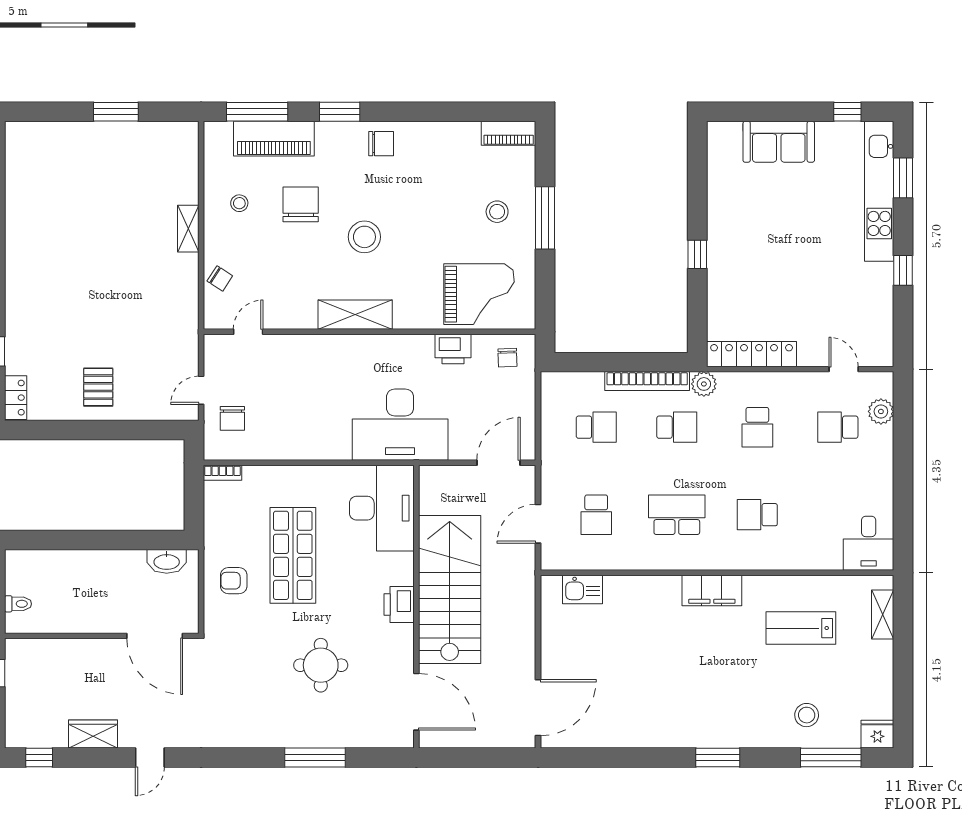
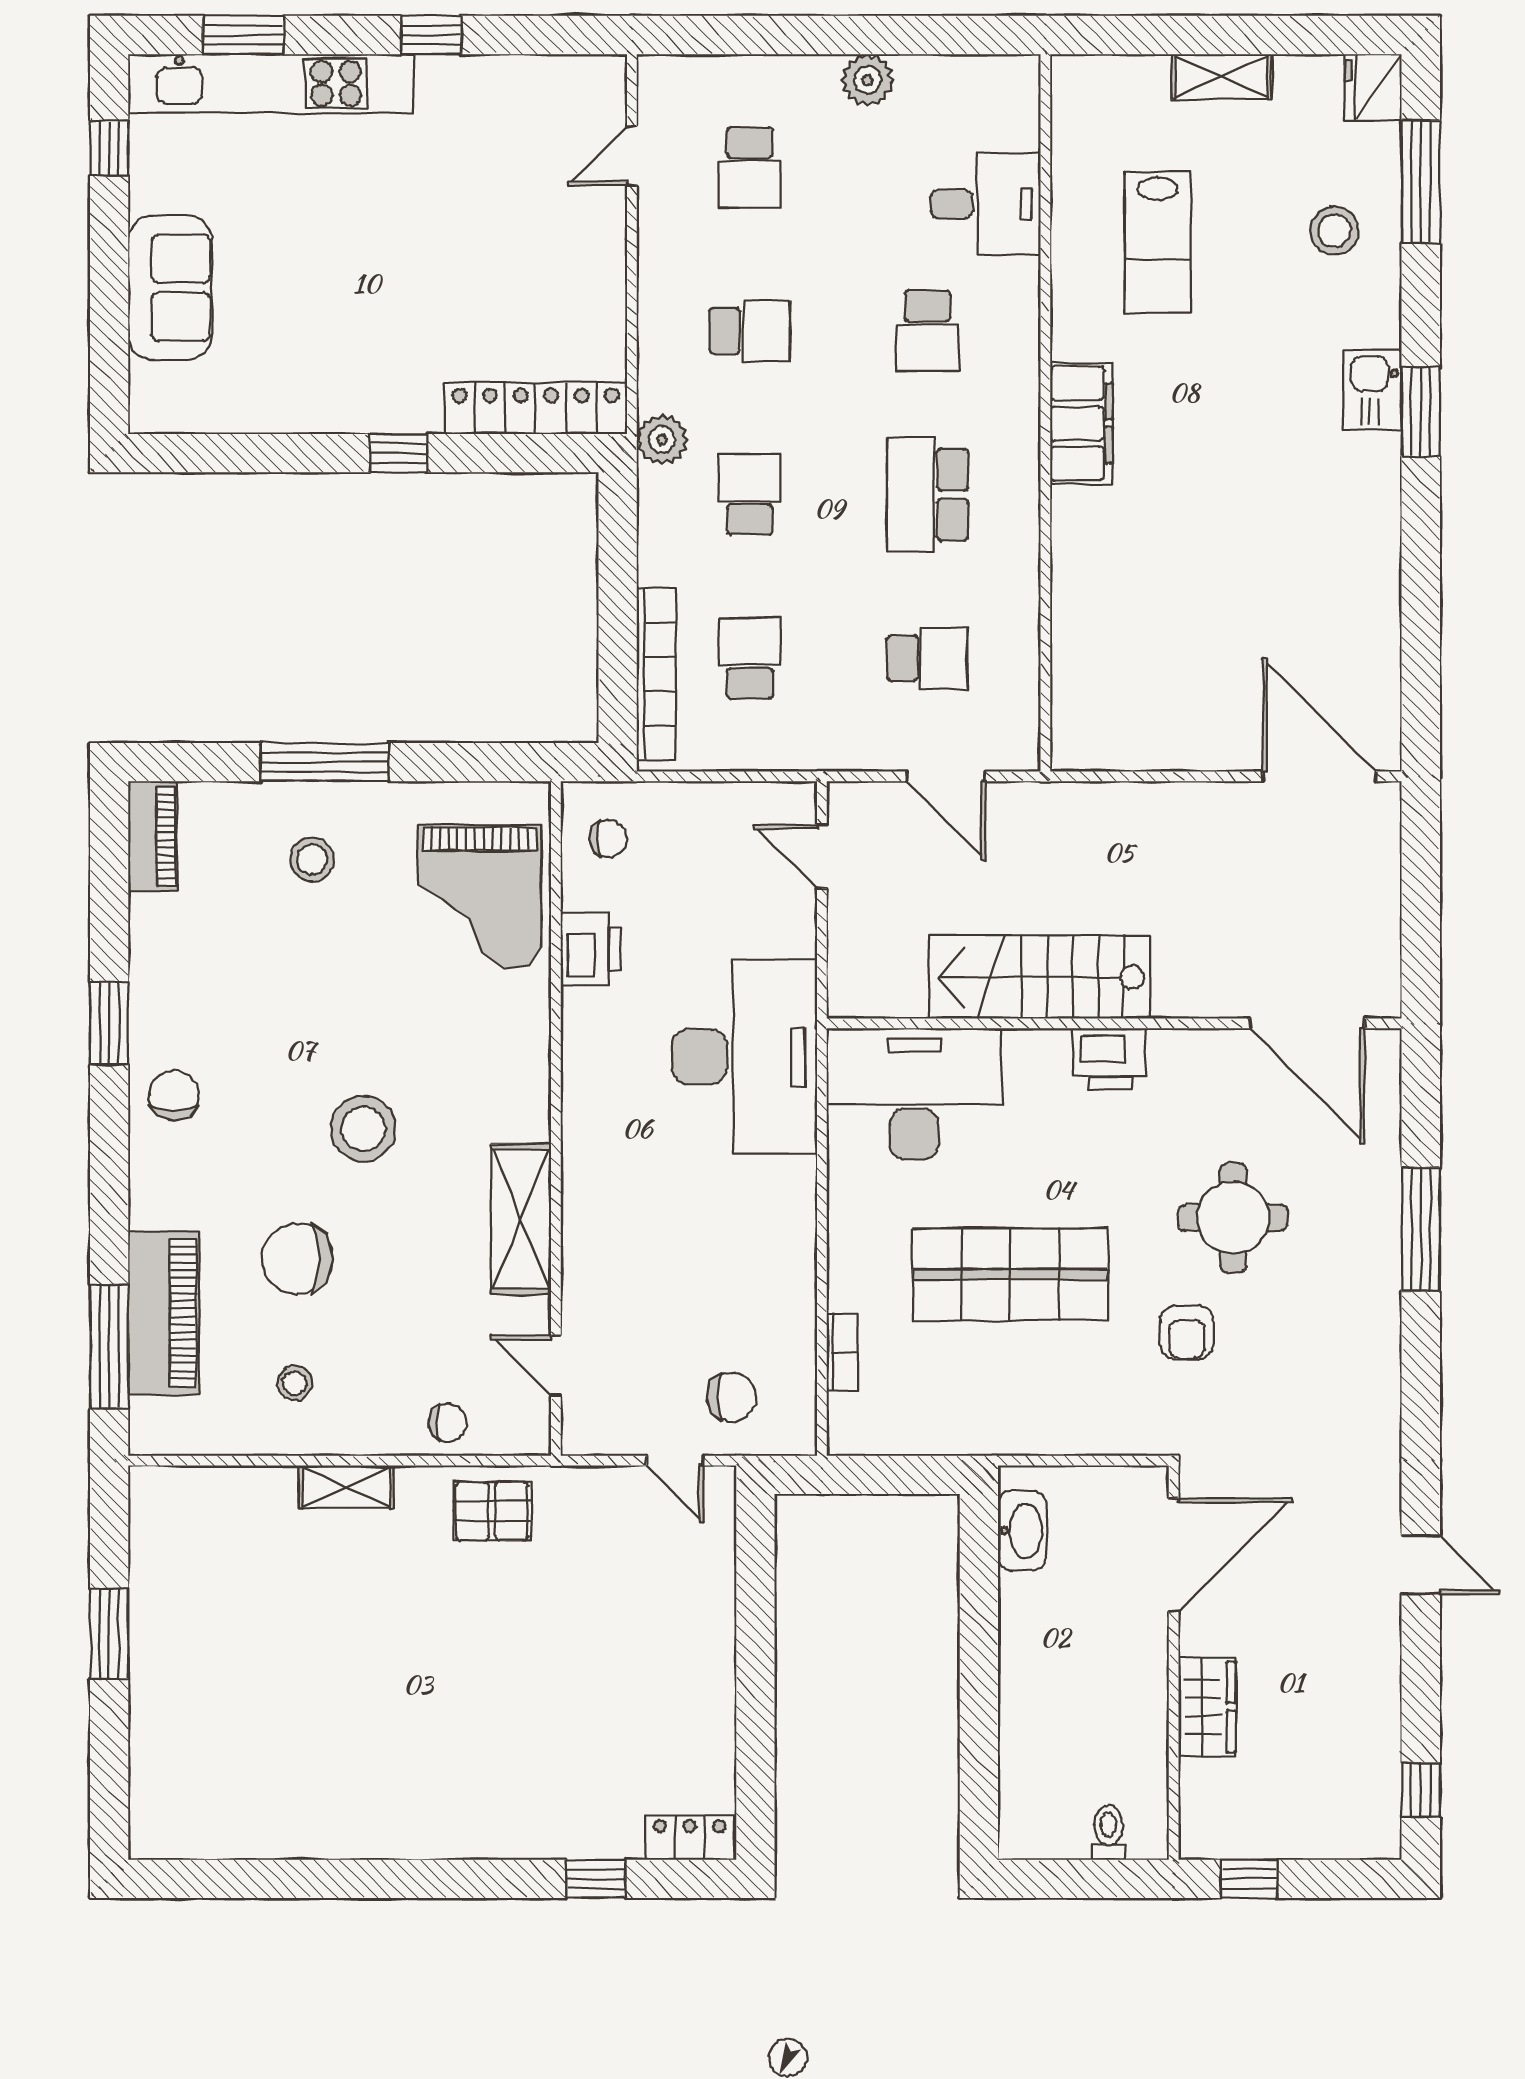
window: (340, 112) -> (109, 1023), moved
chair: (220, 278) -> (448, 1423), turned 57
grand piano: (479, 294) -> (480, 896), turned 180
shelving: (355, 315) -> (521, 1219), moved
locker: (752, 354) -> (536, 408), moved, turned 90
bookcase: (647, 381) -> (656, 674), moved
pallet: (98, 387) -> (492, 1511), moved
plant: (881, 411) -> (867, 80), moved
door: (499, 463) -> (822, 857), width x0.73
bookcase: (222, 473) -> (842, 1352), moved
desk: (869, 543) -> (986, 204), moved
armchair: (234, 581) -> (1187, 1333), moved
kitchen sink: (582, 589) -> (1373, 390), moved, turned 180
stairs: (450, 590) -> (1039, 977), width x0.73, depth x0.66
shelving: (883, 615) -> (1222, 77), moved
door: (416, 702) -> (1307, 1023), swing flipped
wardrobe: (93, 734) -> (1207, 1707), moved, turned 180

